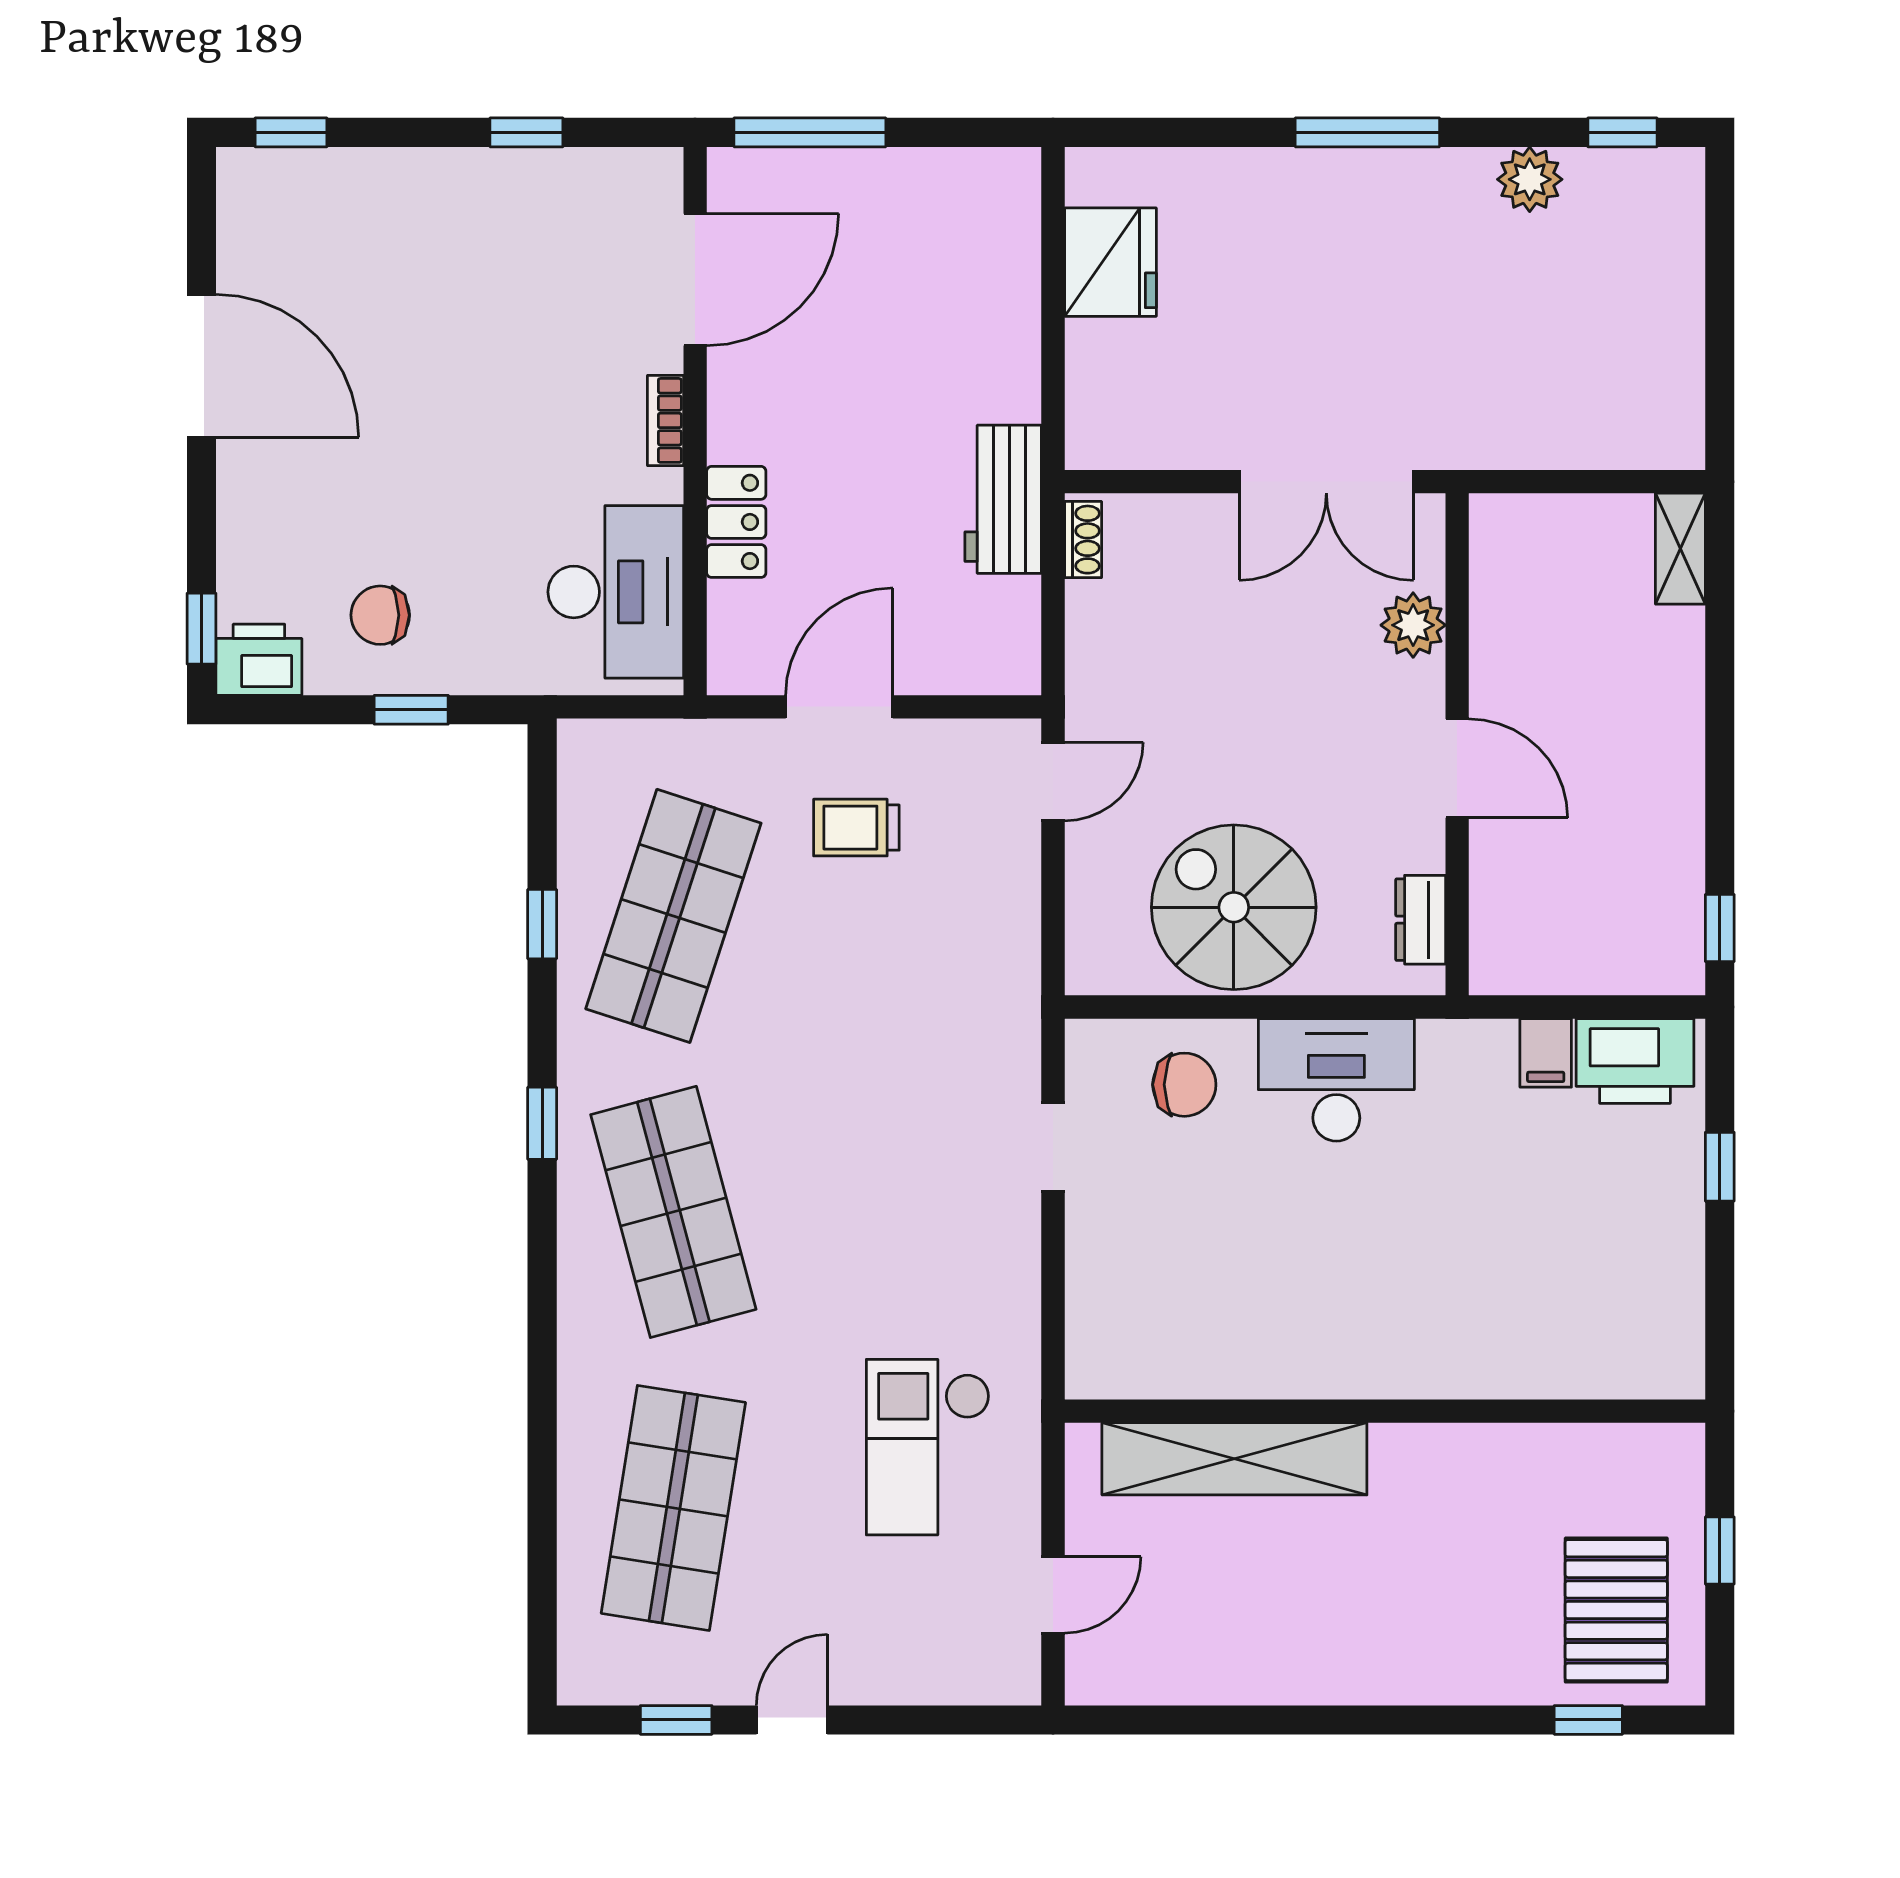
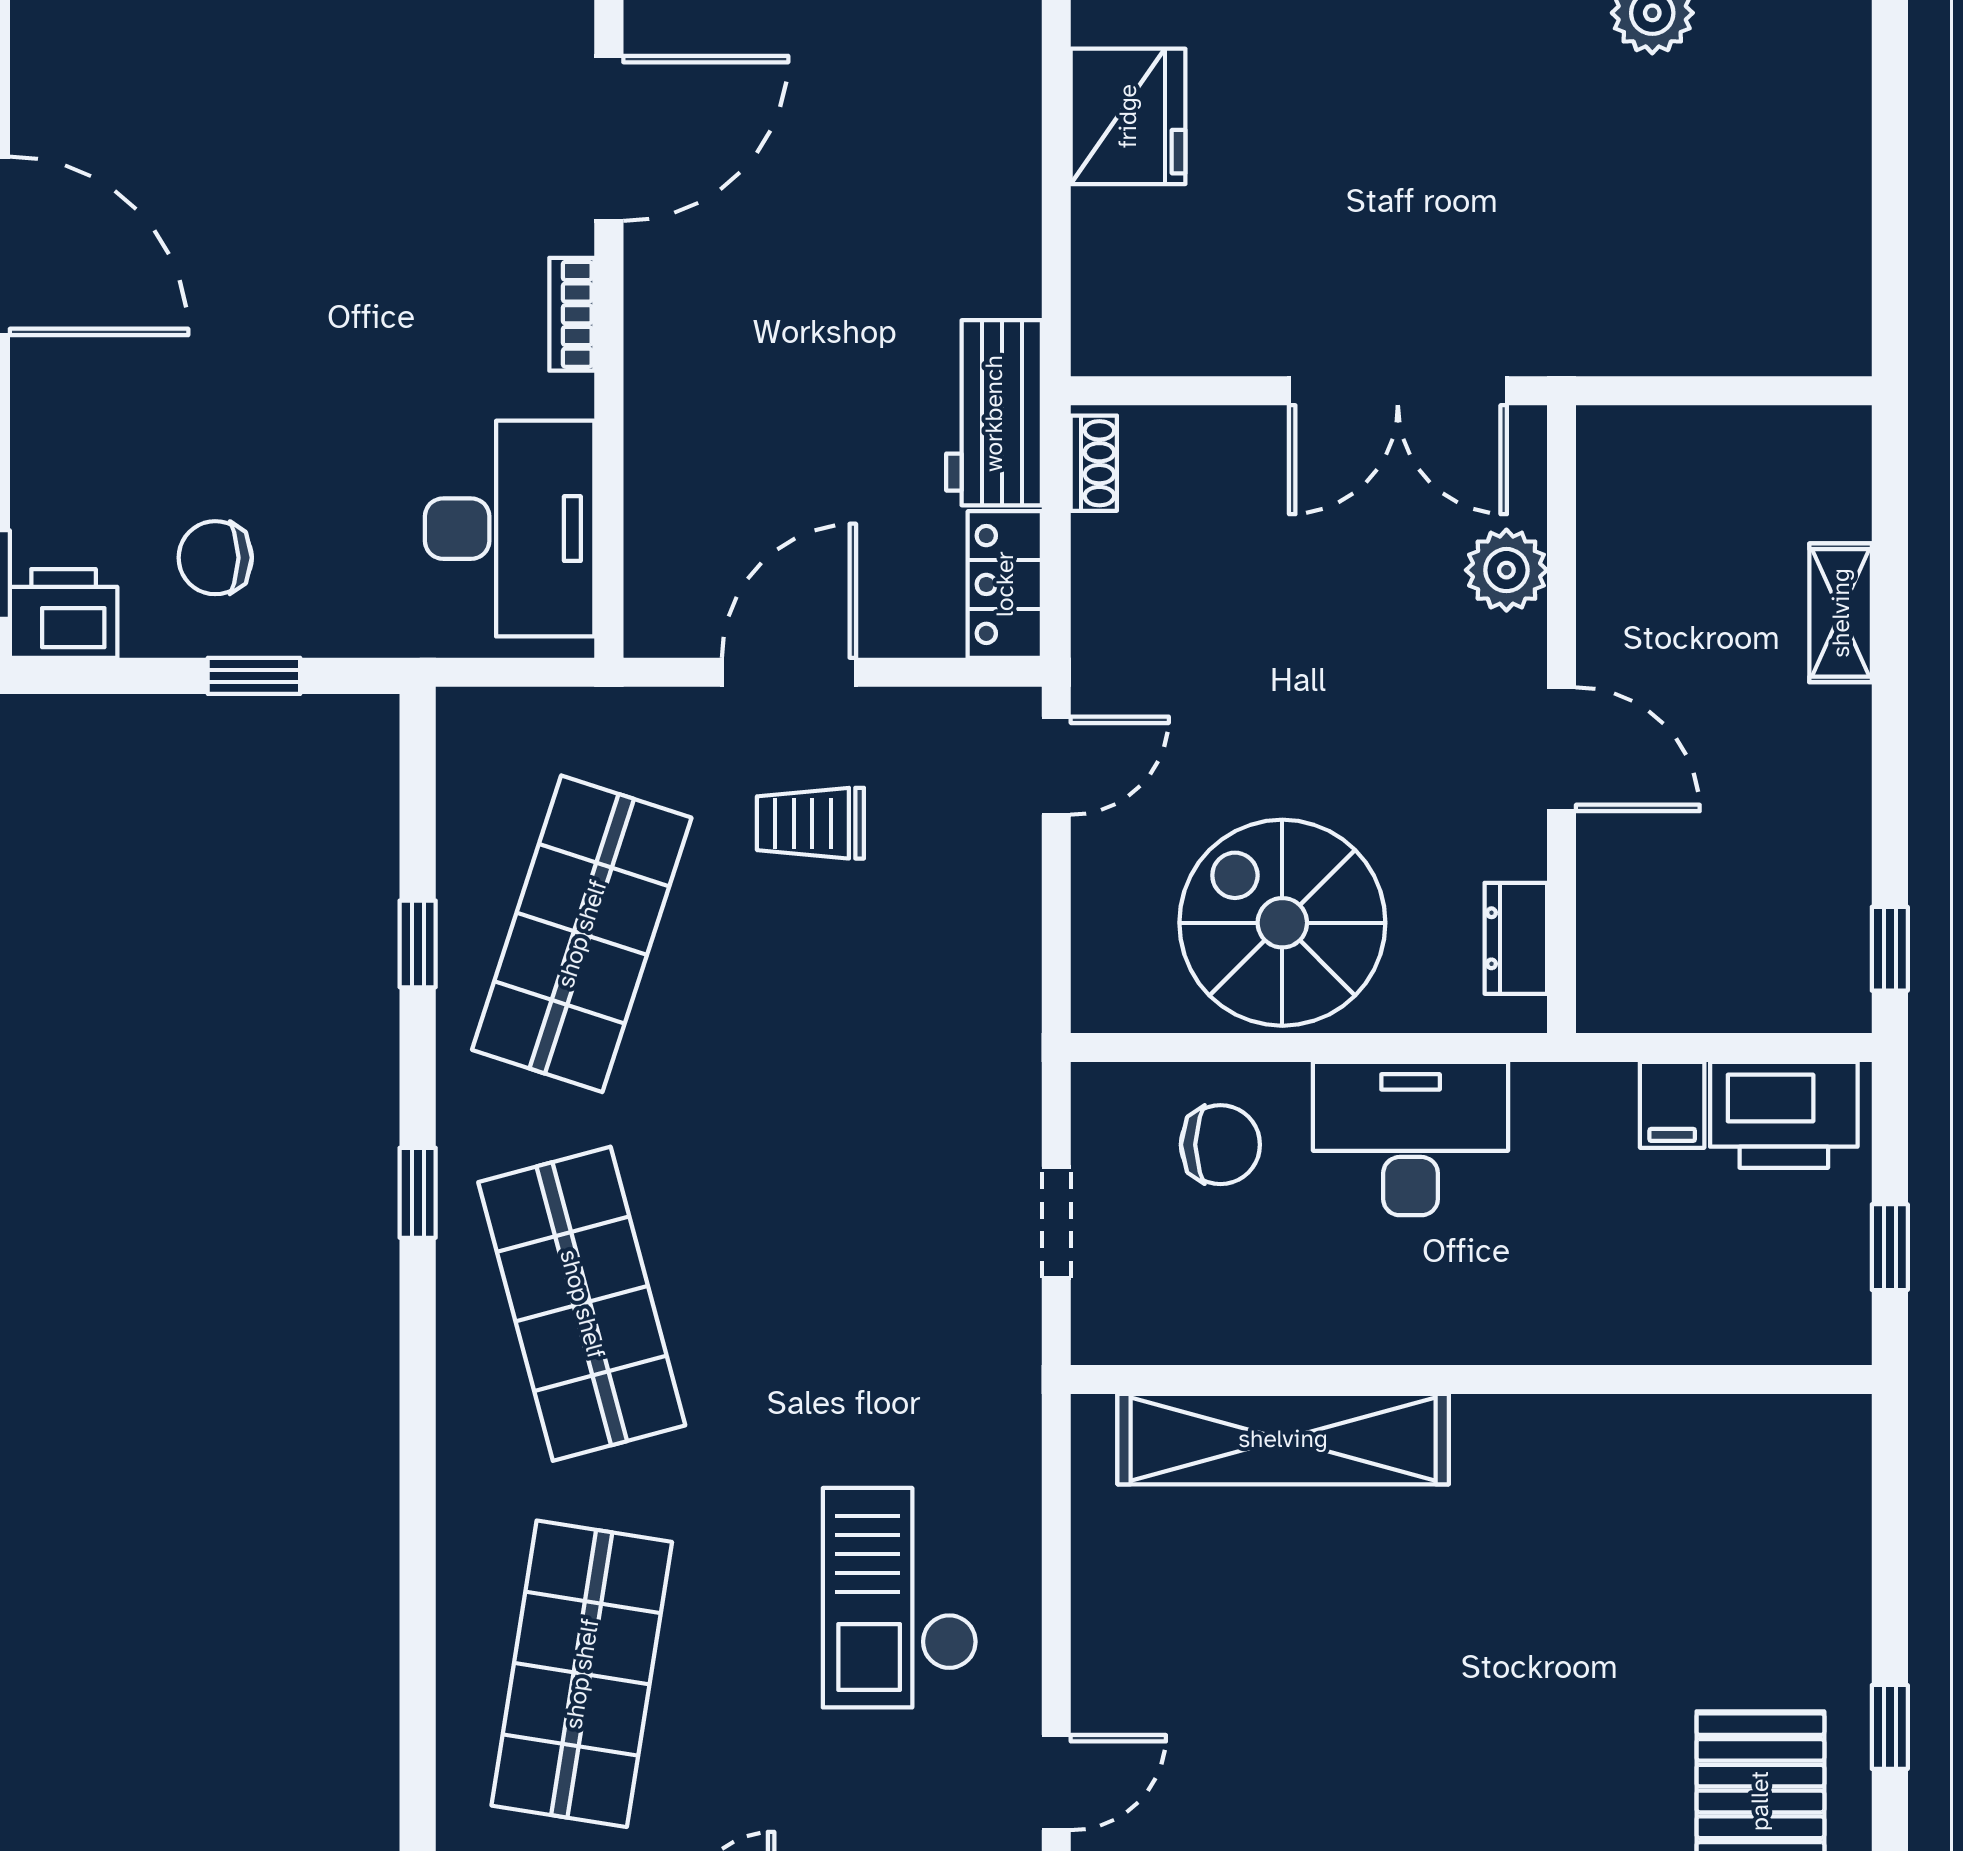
locker: (736, 522) -> (1005, 584), moved, turned 180
shelving: (1680, 549) -> (1841, 613), moved
wall: (1385, 1411) -> (1471, 1379), moved
shelving: (1234, 1459) -> (1283, 1439), moved

